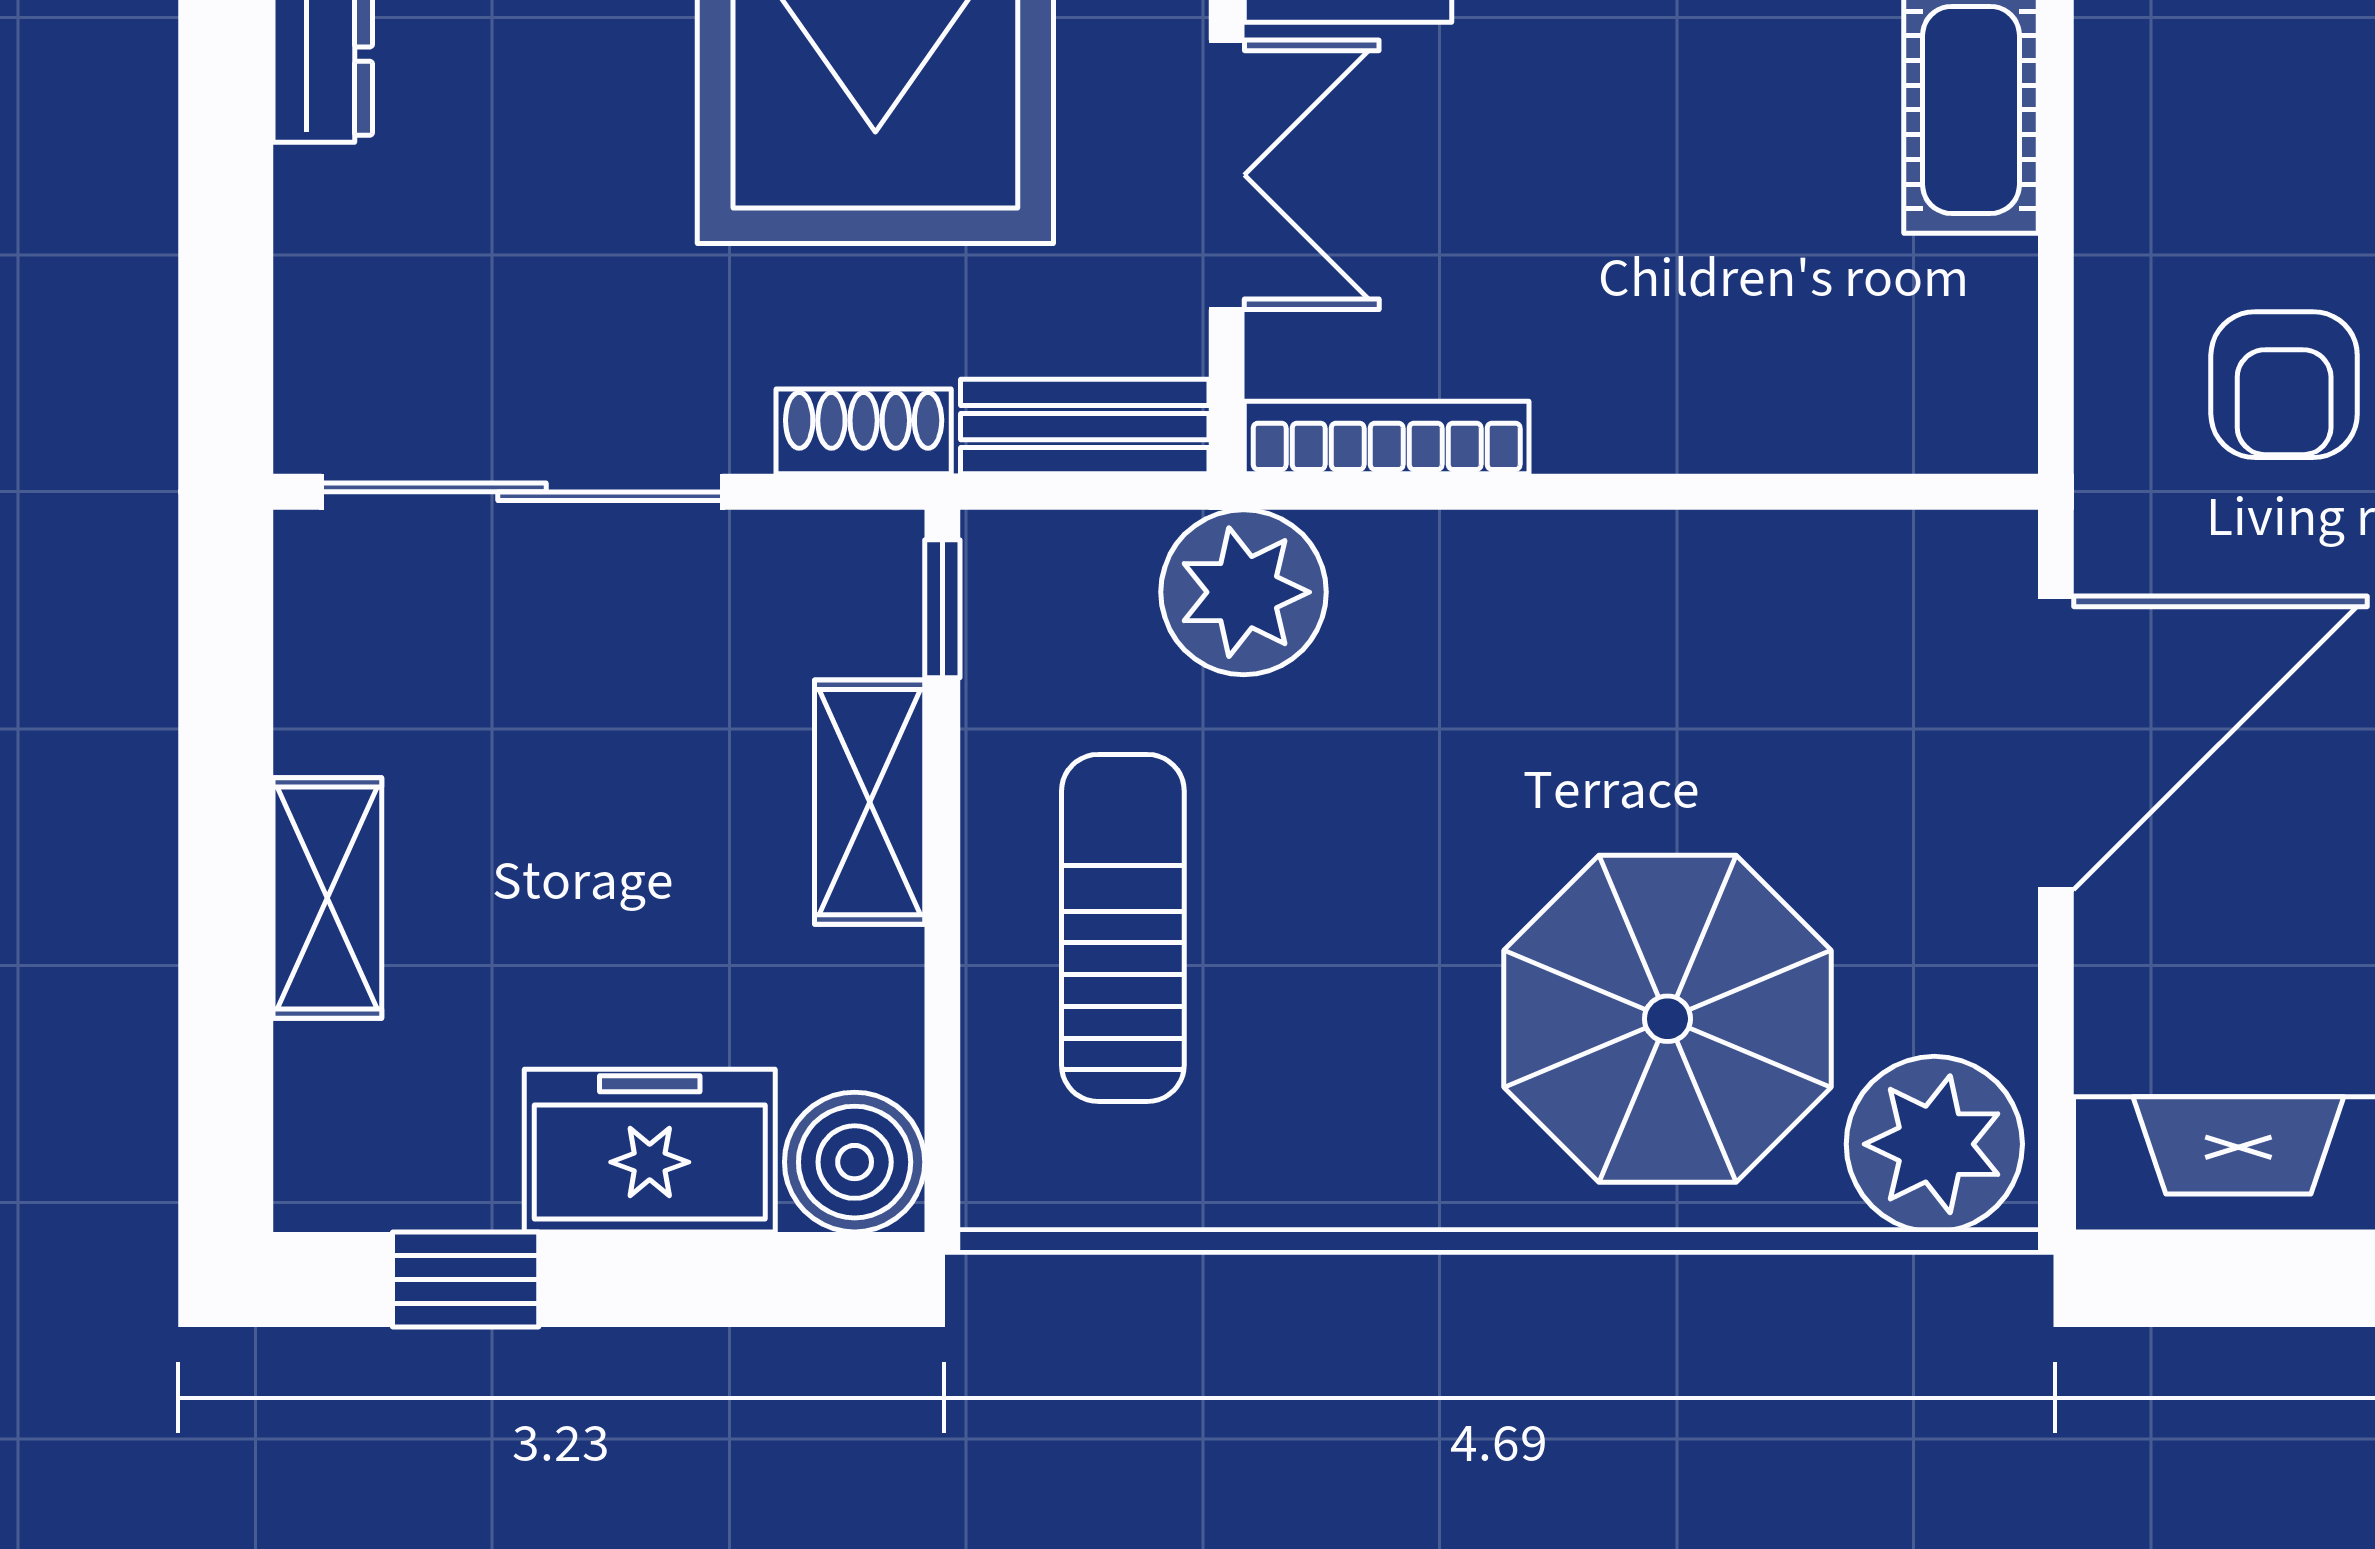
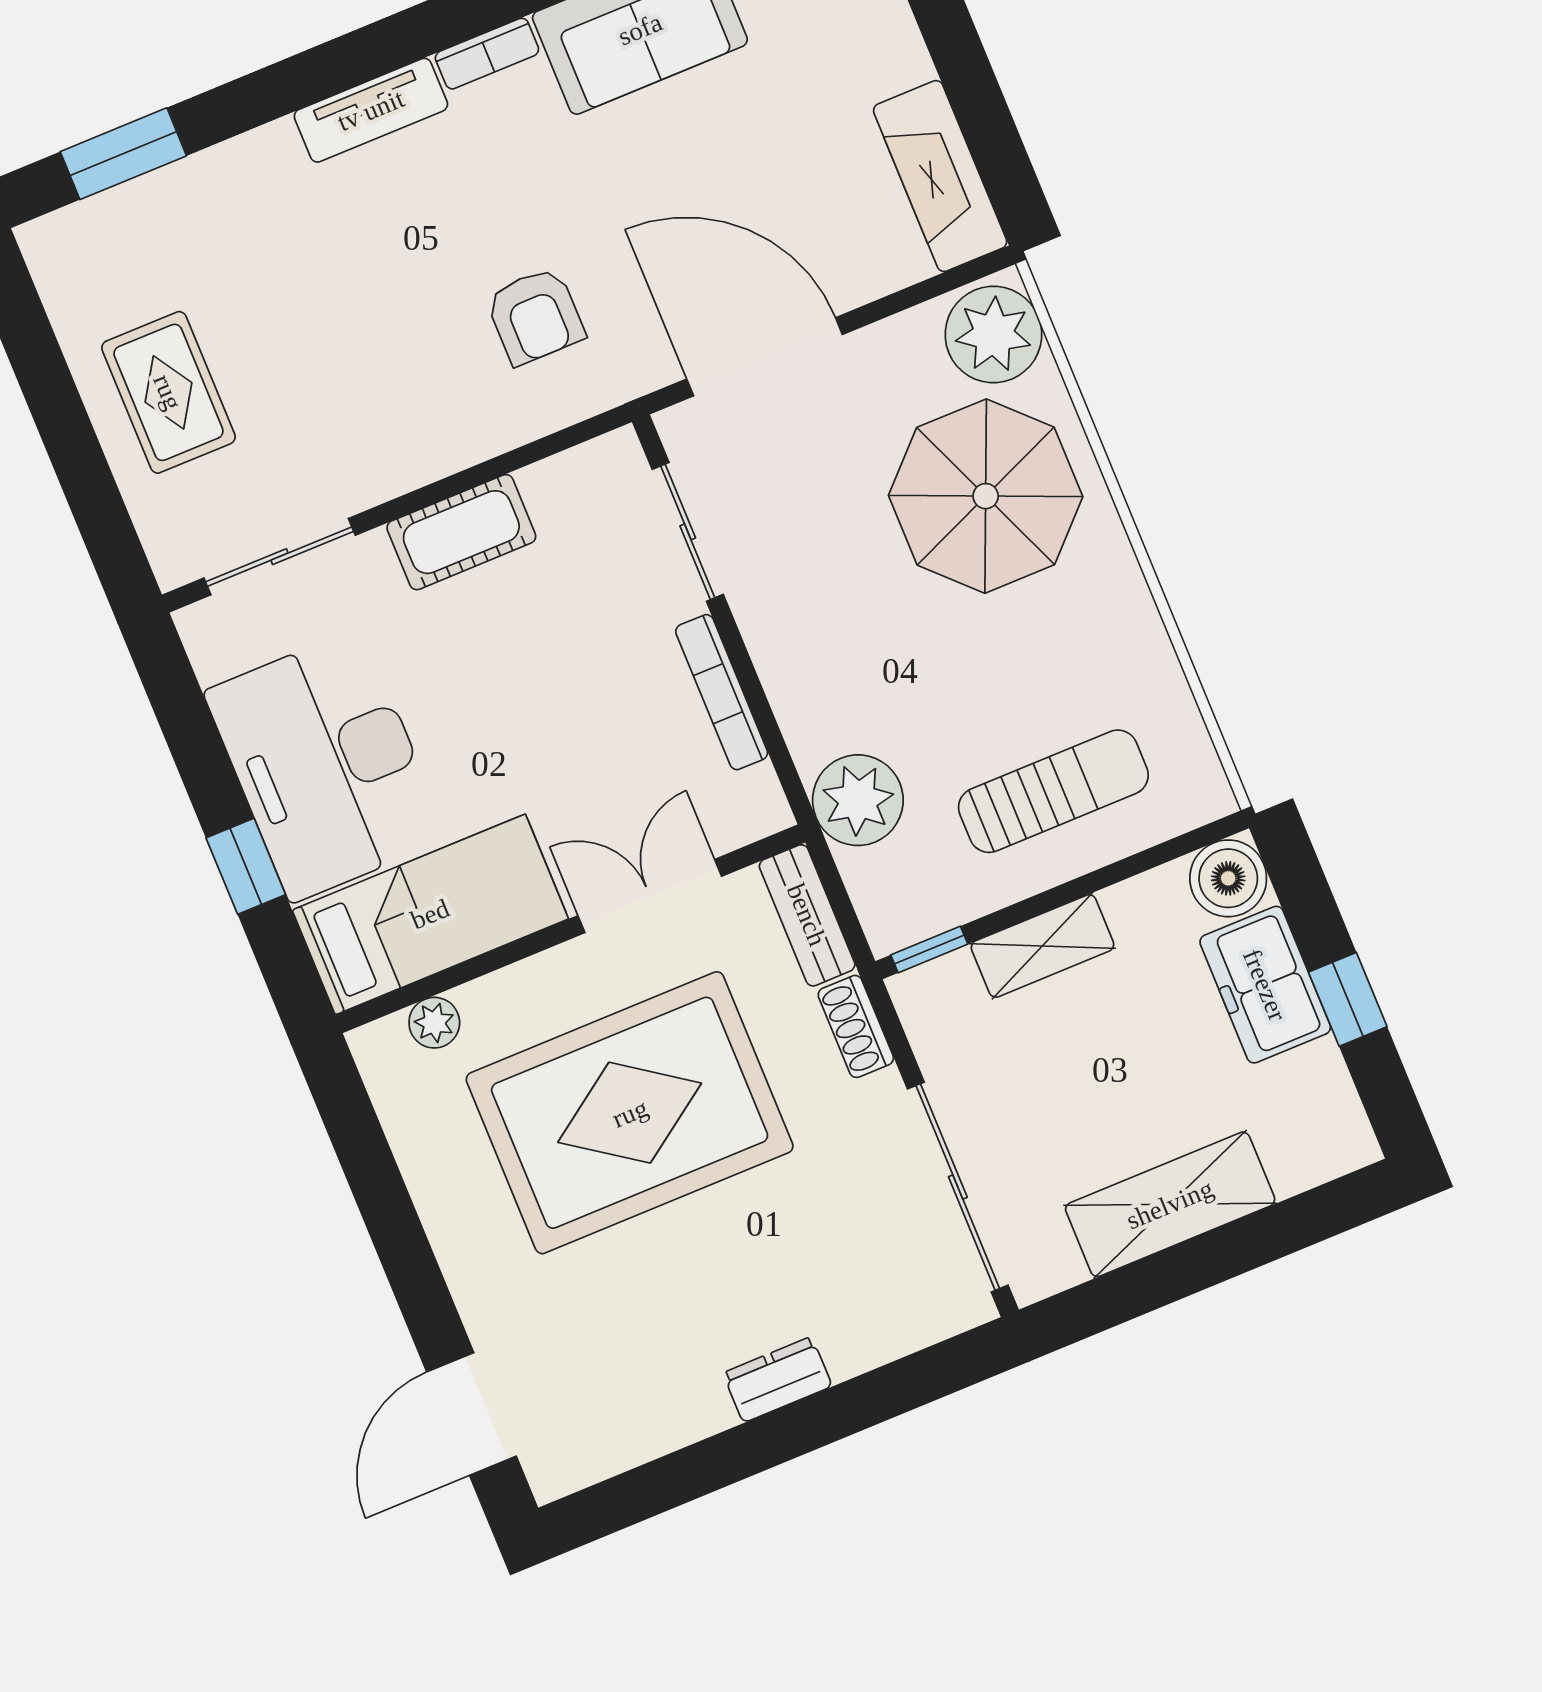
armchair: (2284, 385) -> (535, 316), turned 90
bookcase: (1387, 438) -> (722, 692), moved
sliding door: (1814, 492) -> (688, 532), added
shelving: (327, 898) -> (1170, 1204), width x1.50, depth x1.33
sun lounger: (1123, 928) -> (1053, 791), turned 180
window: (466, 1279) -> (1348, 999), moved

